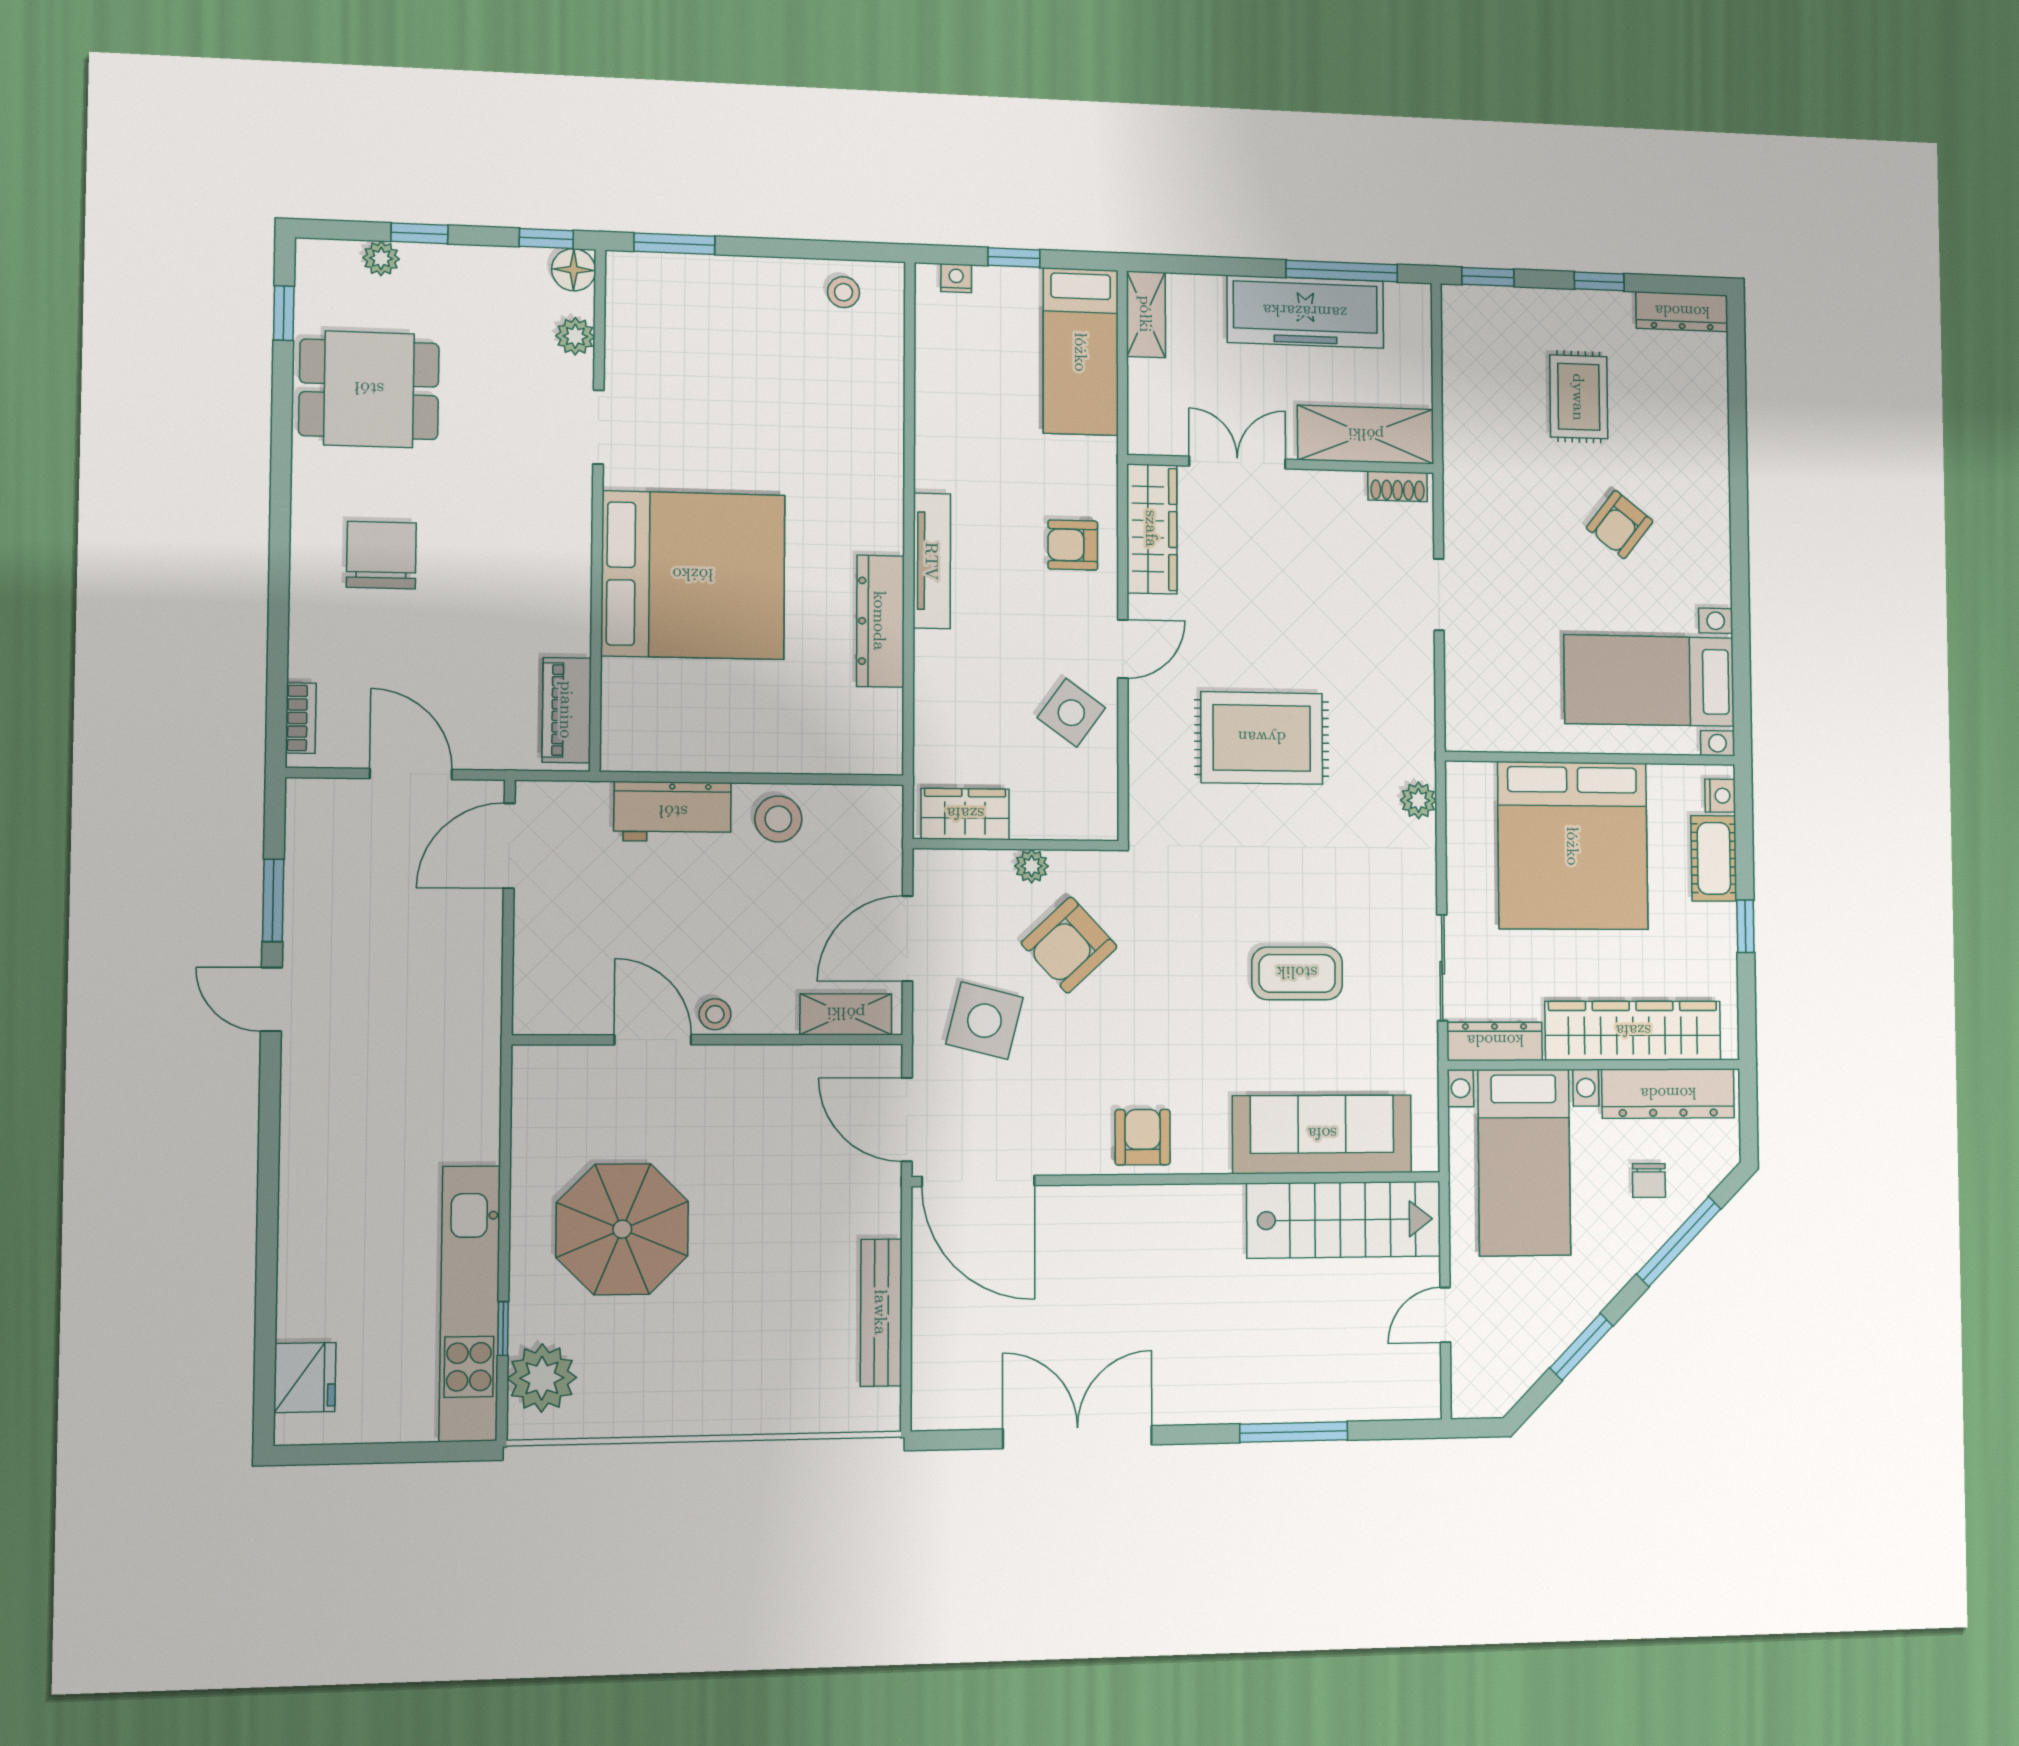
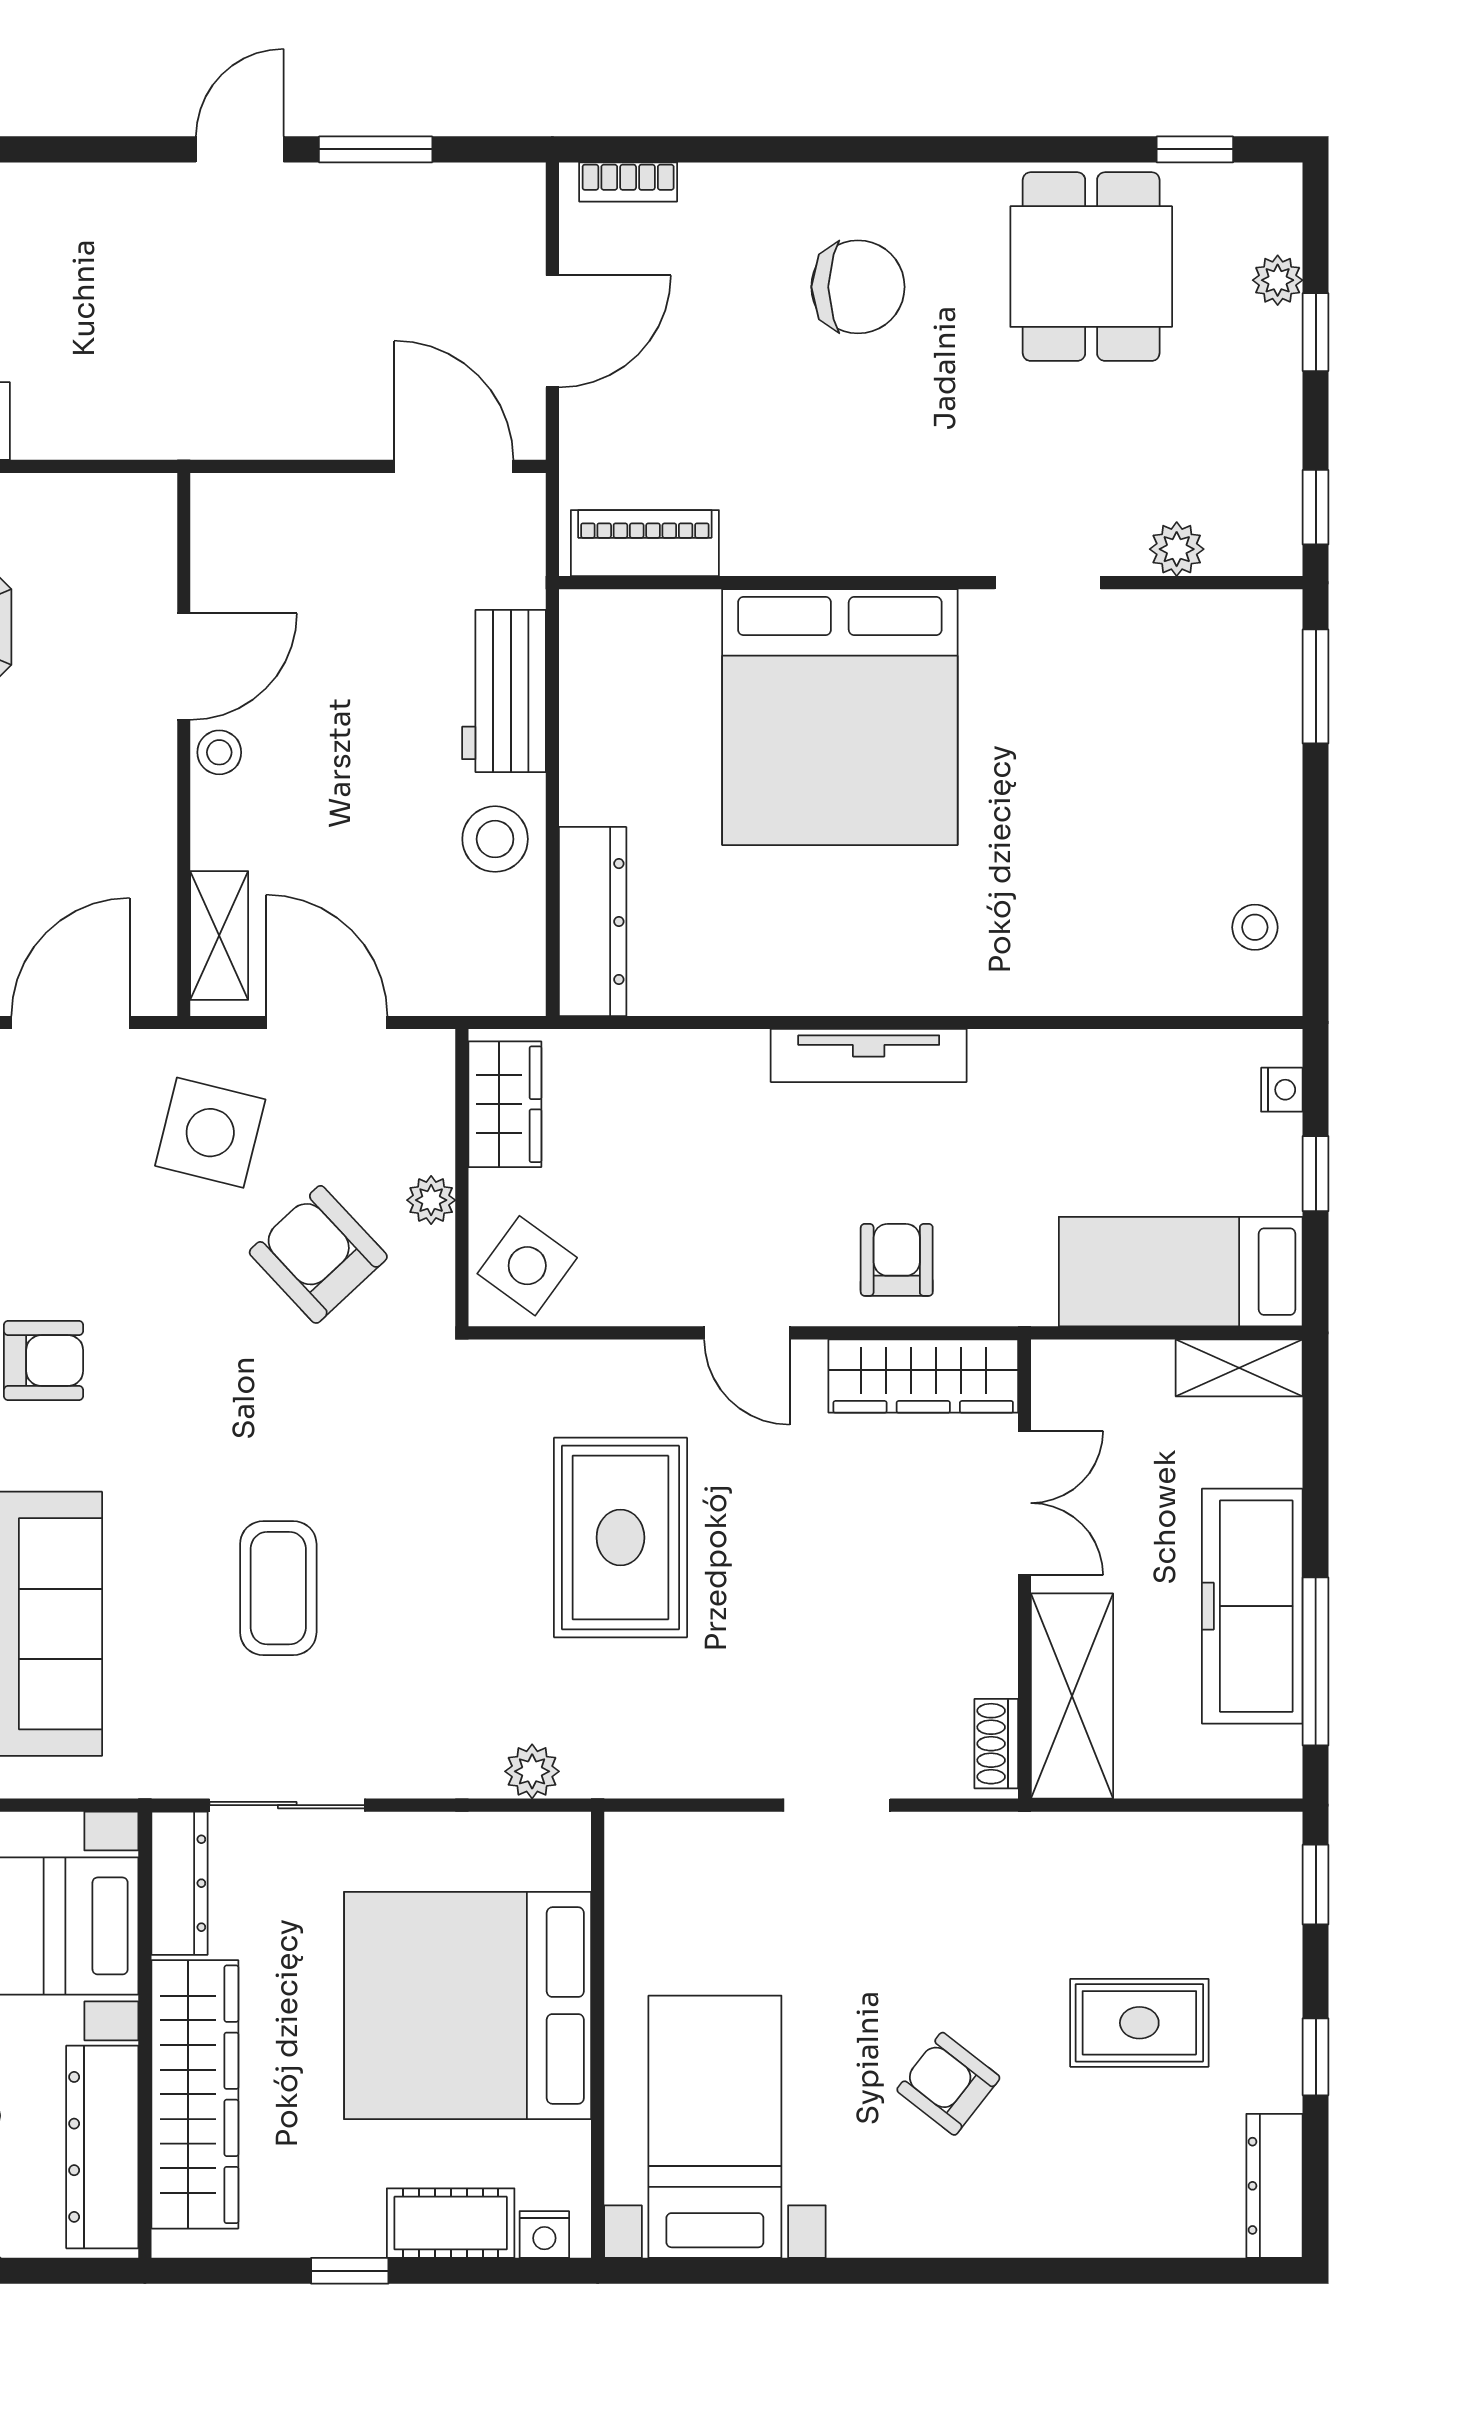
floor lamp: (574, 270) -> (1272, 546), removed
dresser: (880, 621) -> (593, 922), moved, turned 90
side table: (1071, 713) -> (527, 1266), moved

